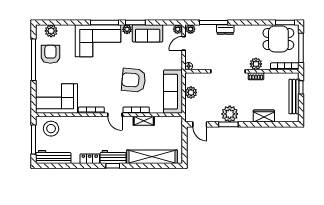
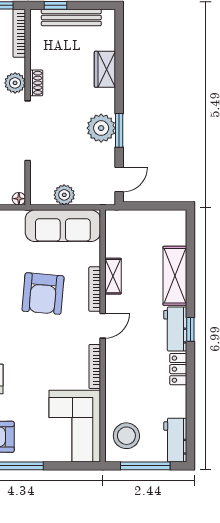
workbench: (53, 157) -> (175, 440), width x0.73
shelving: (152, 157) -> (175, 276), width x0.68

